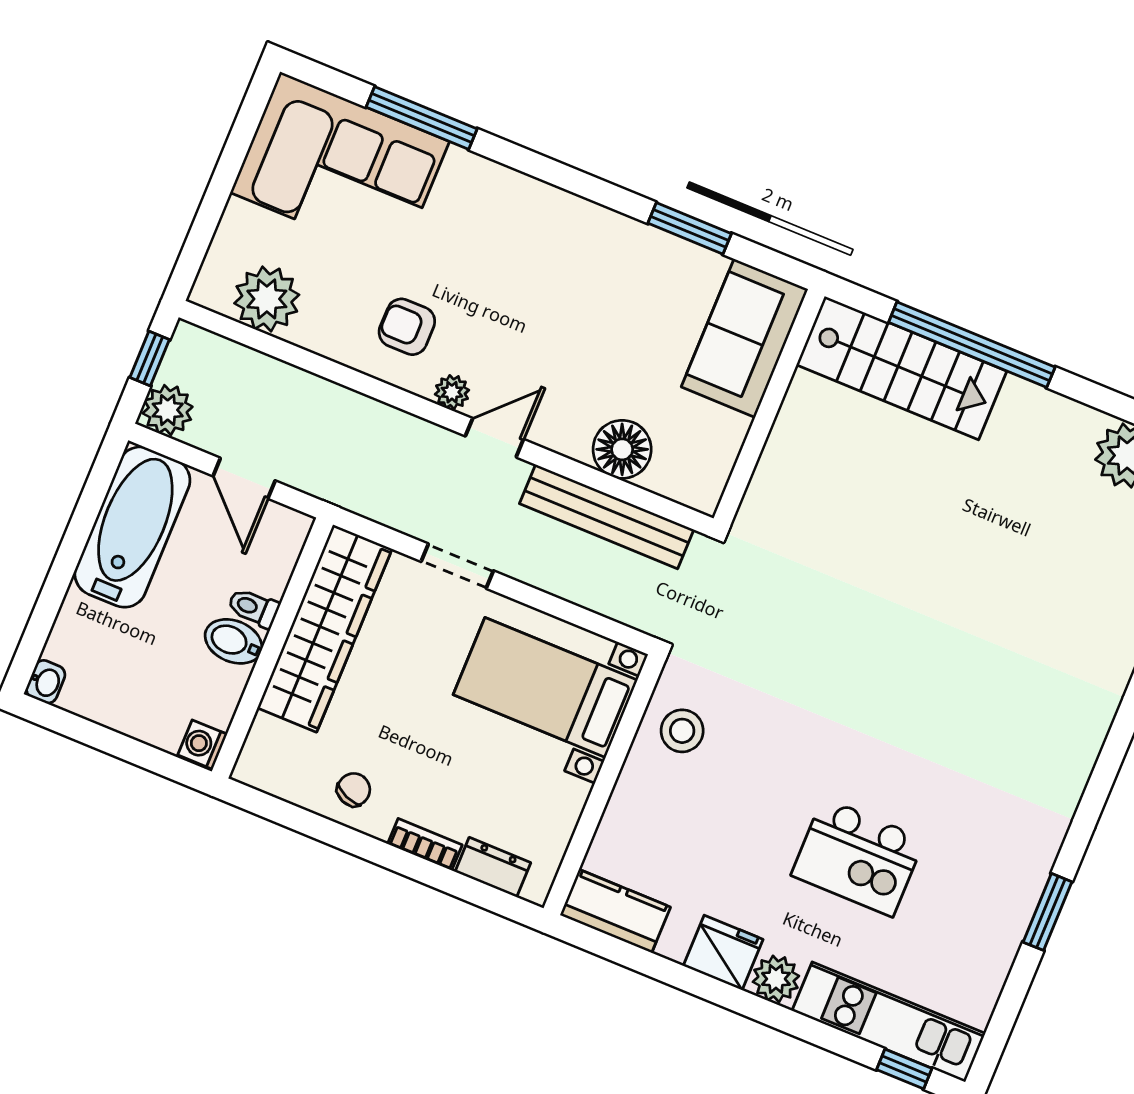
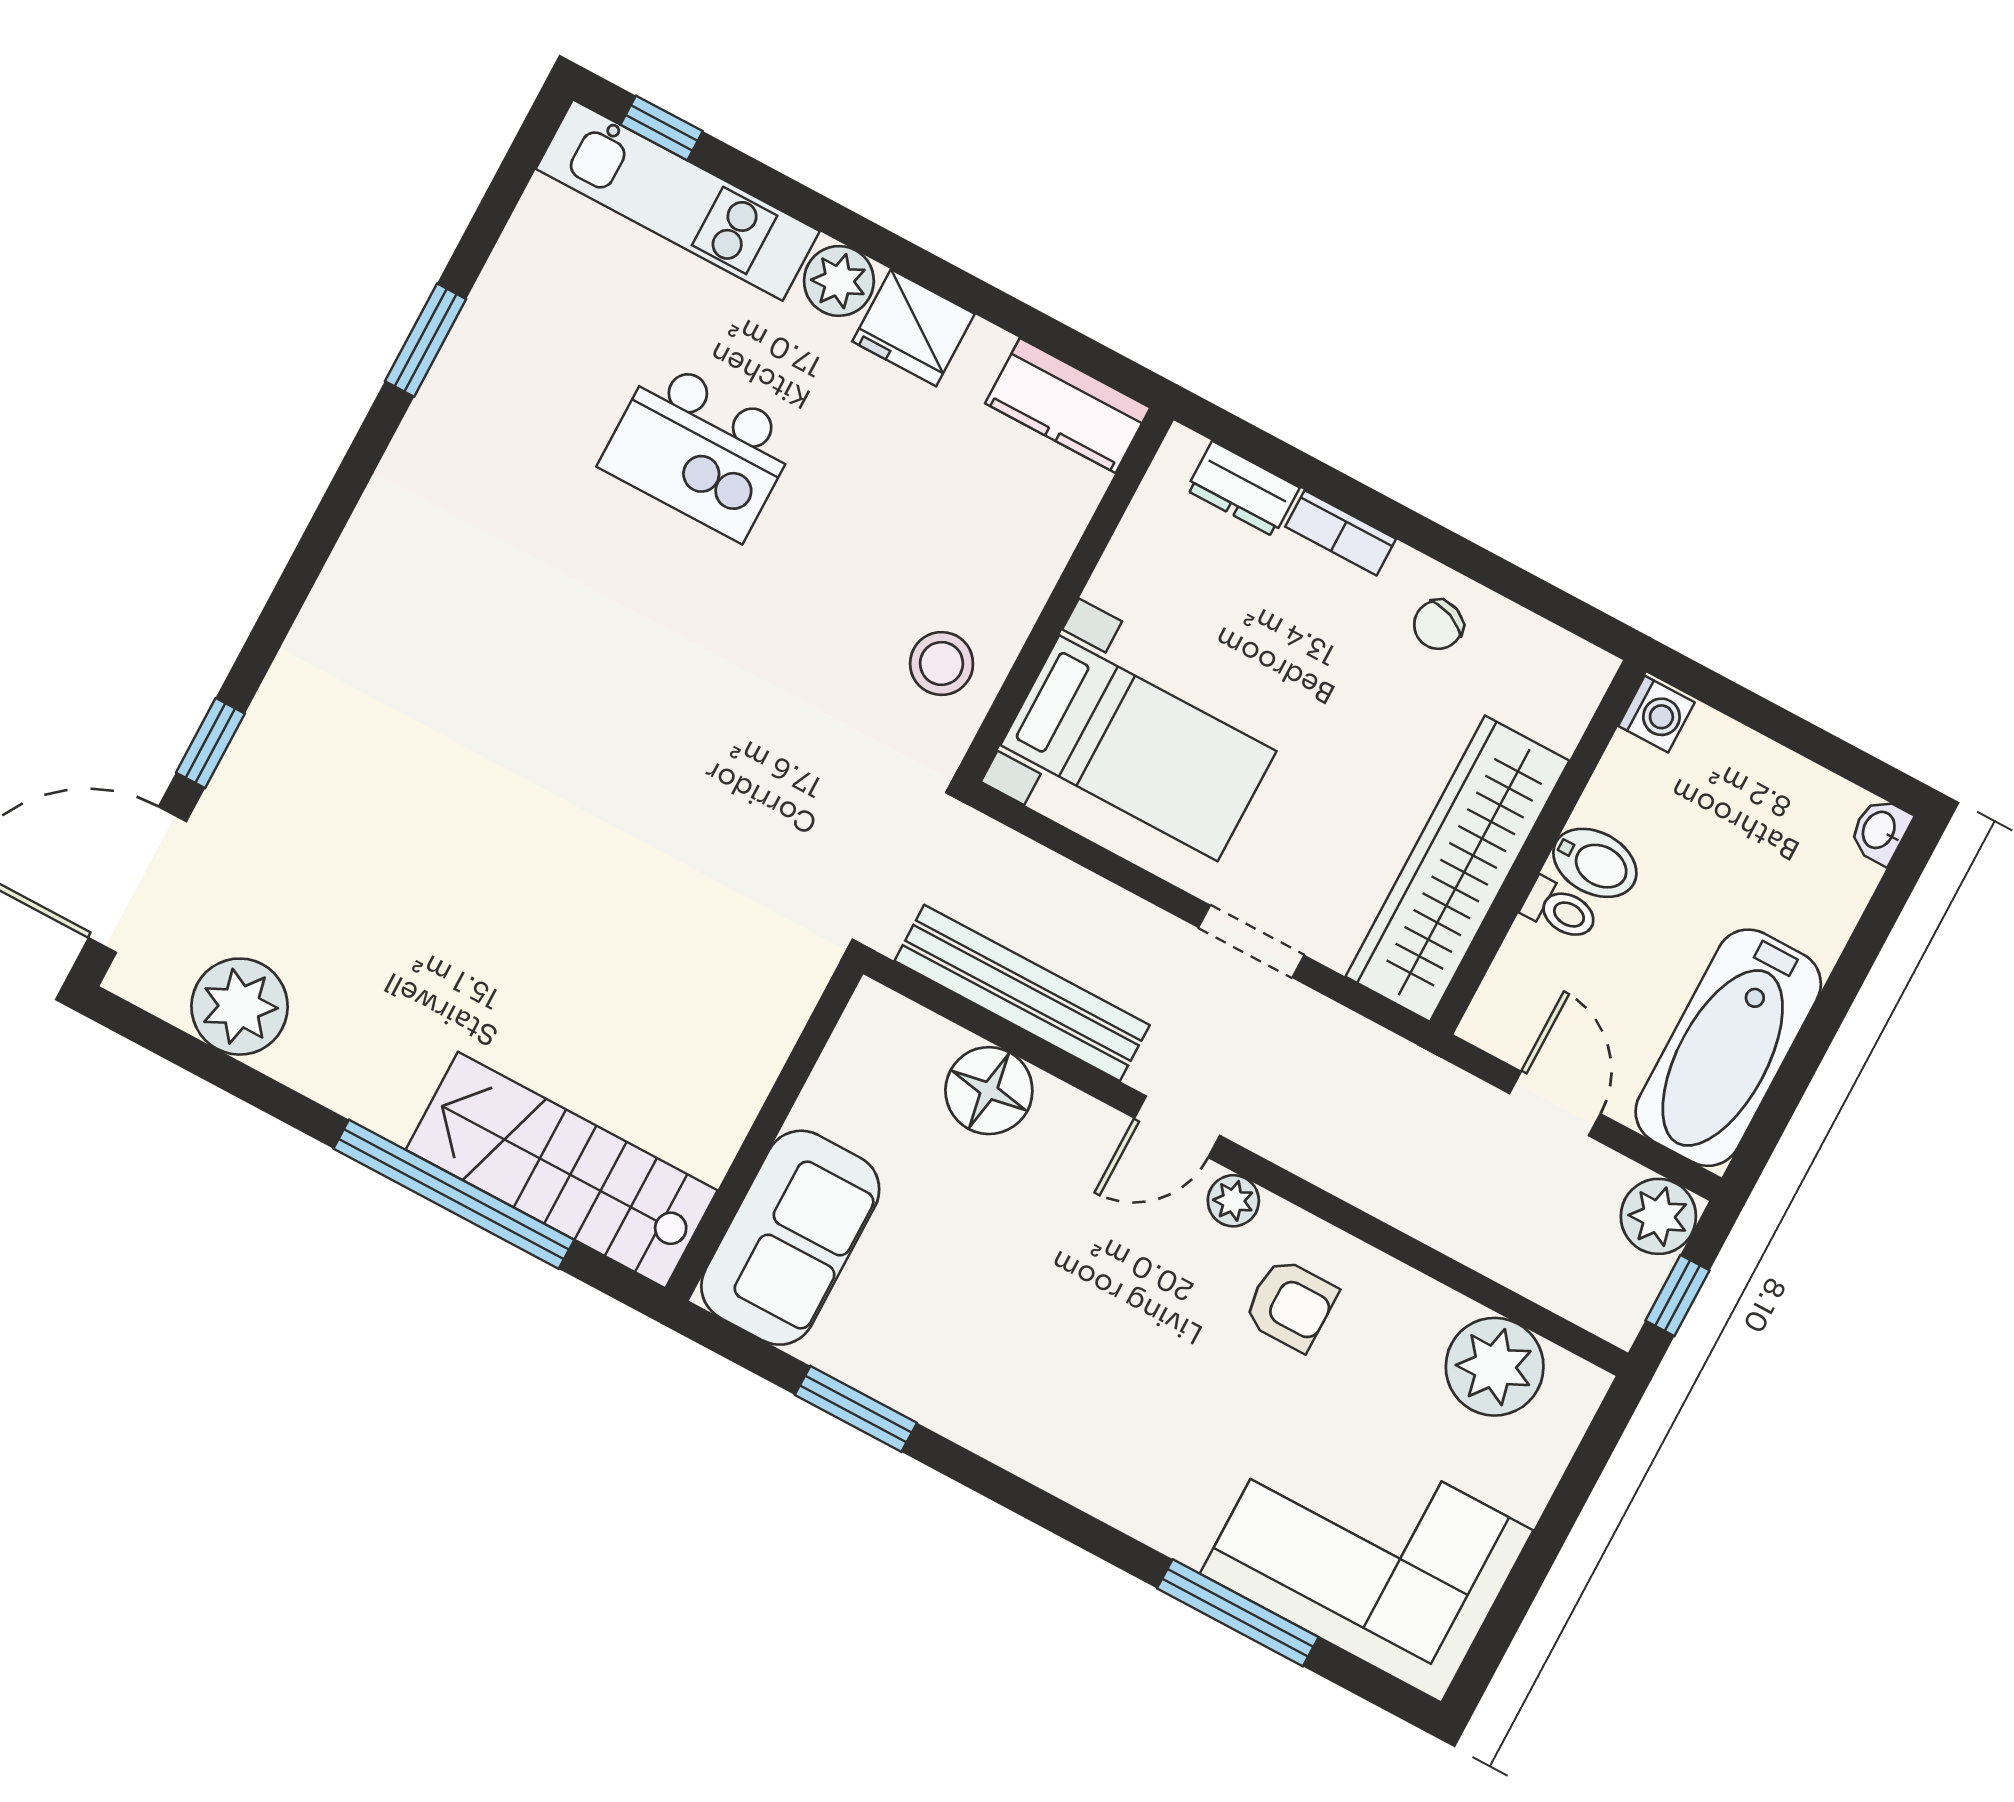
kitchen island: (858, 857) -> (699, 450), turned 180

